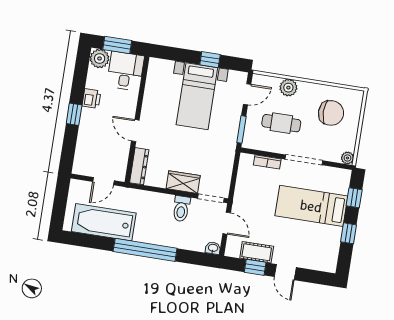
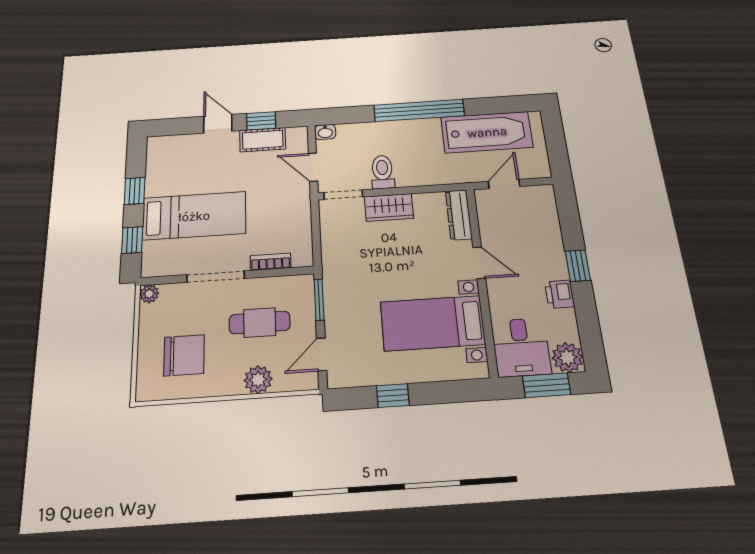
bed with nightstands: (197, 96) -> (433, 323), moved, turned -90
chair: (331, 113) -> (184, 355), turned 180

